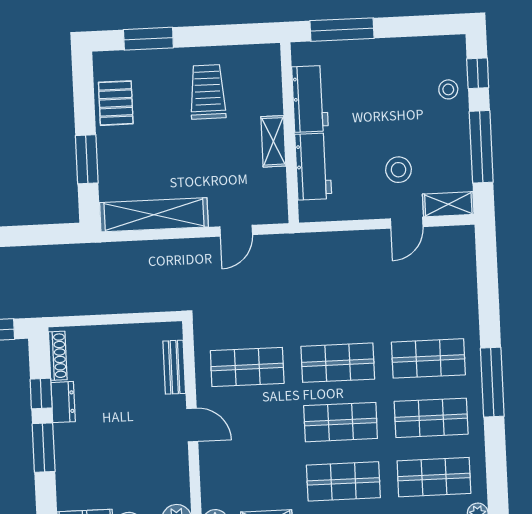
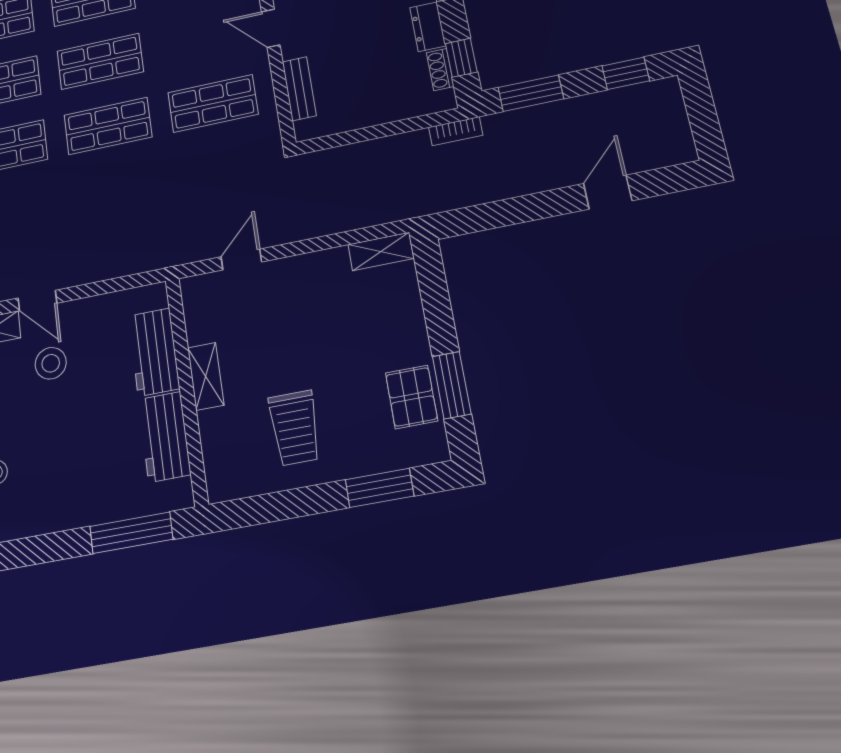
window: (87, 159) -> (452, 385), moved
shelving: (154, 215) -> (381, 251), width x0.45, depth x0.75
door: (407, 223) -> (37, 301), swing flipped
bookcase: (53, 309) -> (456, 131), added
shoe rack: (58, 356) -> (440, 70), width x0.70
window: (41, 394) -> (461, 58), moved

